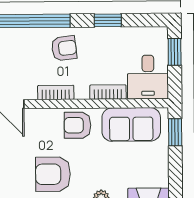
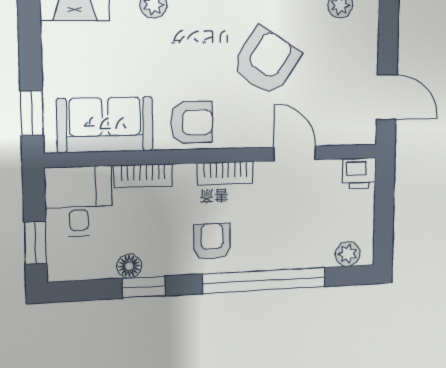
floor lamp: (117, 34) -> (129, 266), added
armchair: (64, 48) -> (212, 241), turned 97
armchair: (53, 174) -> (266, 61), moved, turned -57

